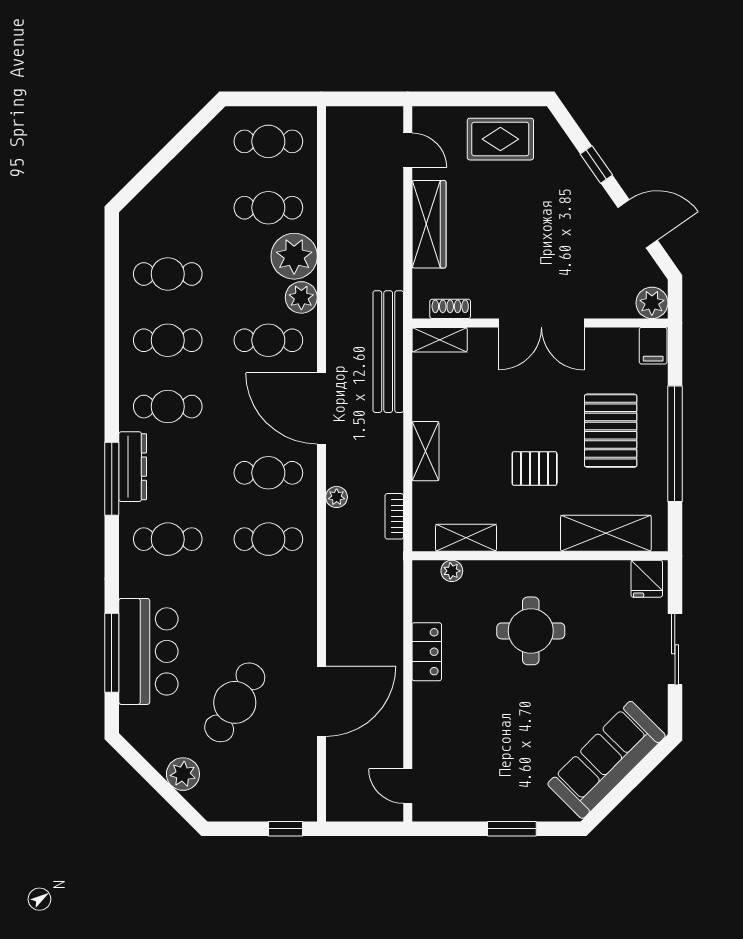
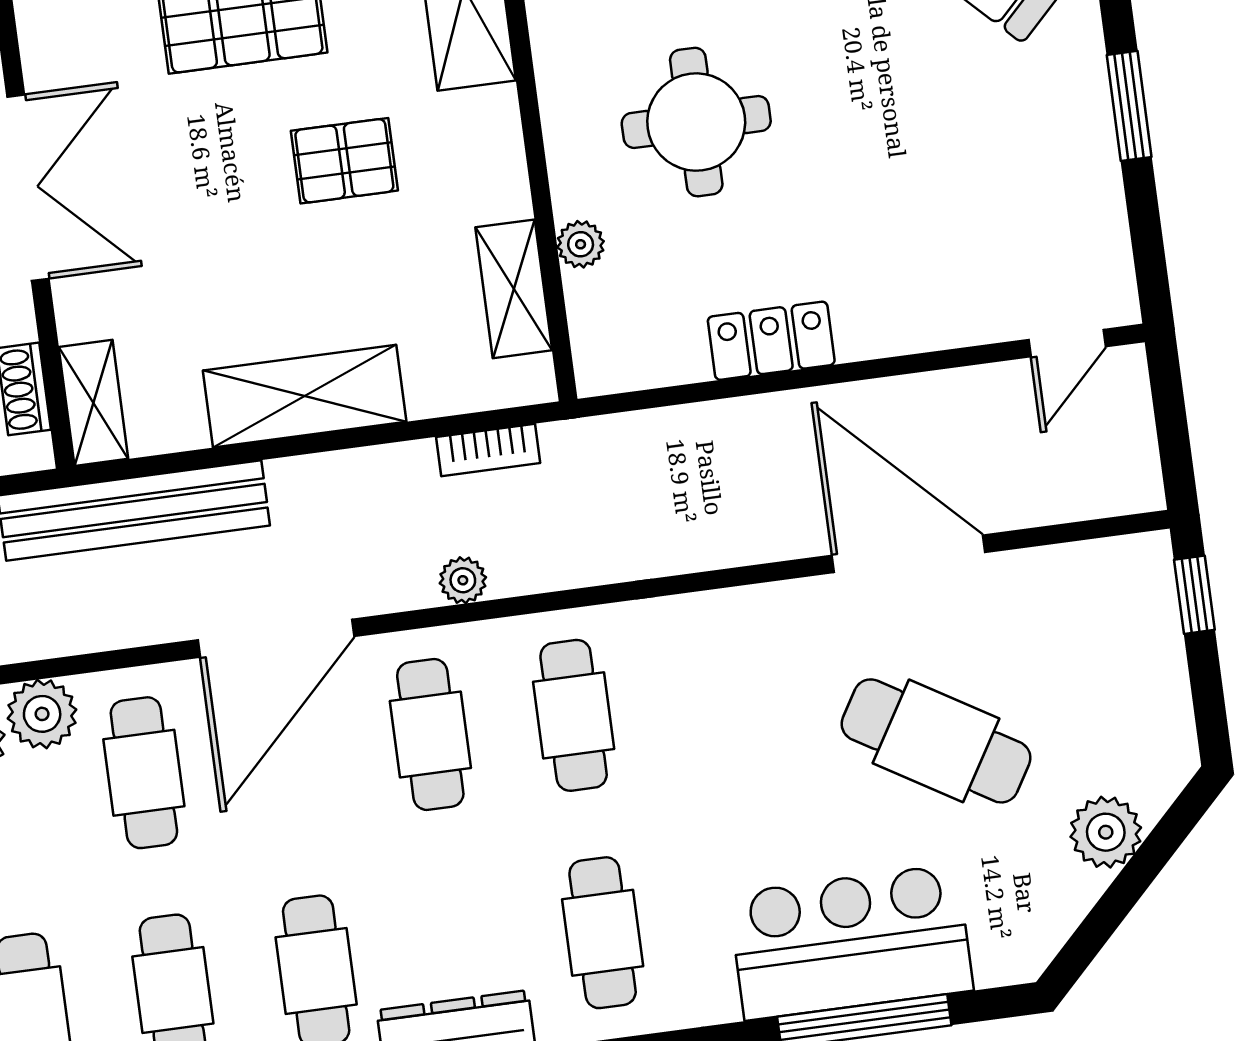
shelving: (425, 451) -> (305, 396), width x1.50, depth x1.33
pallet: (535, 469) -> (344, 161), turned 90
plant: (452, 571) -> (581, 244), moved

